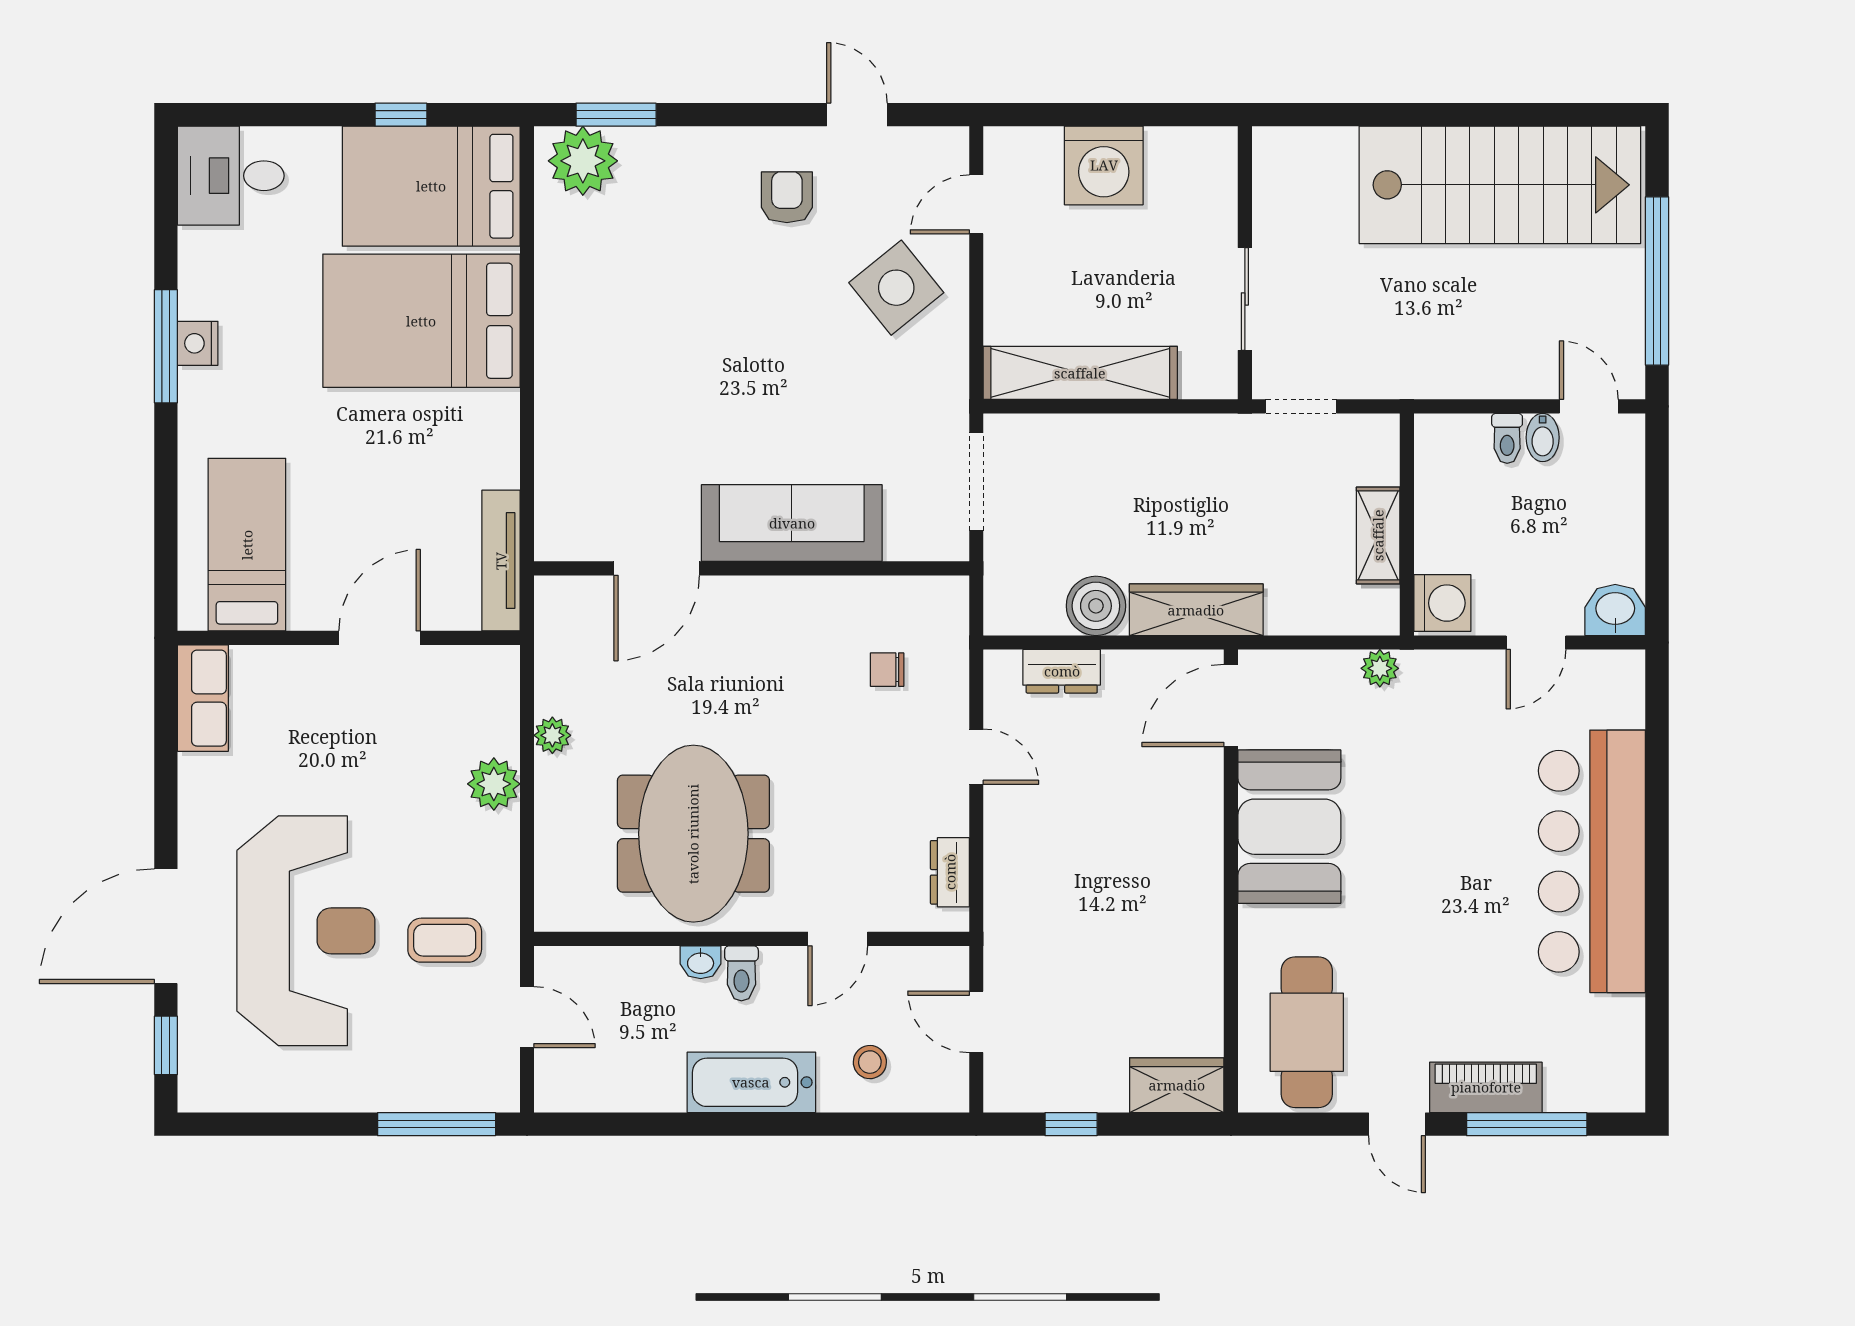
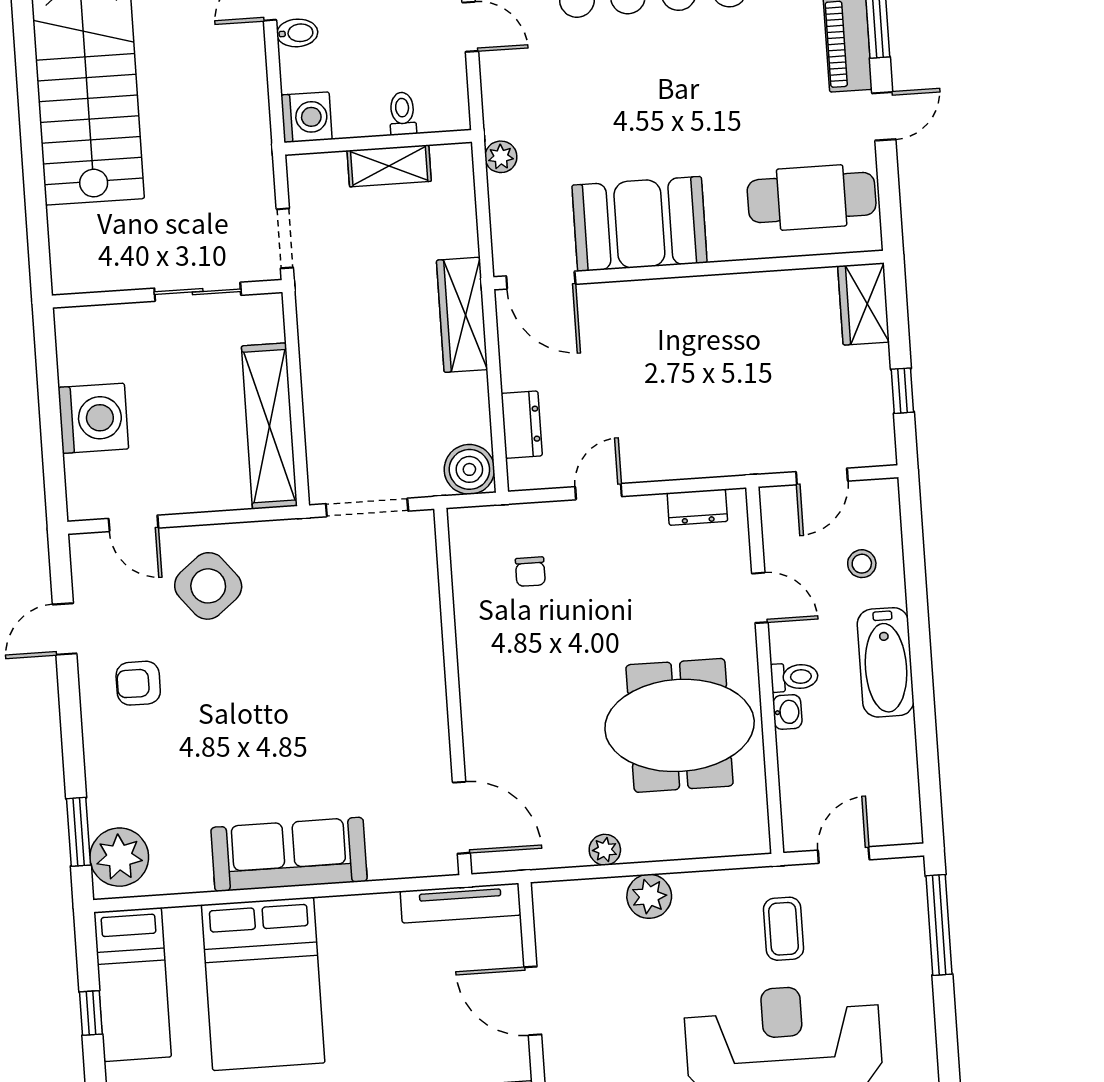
bed: (431, 186) -> (133, 985), width x0.67
toilet: (1507, 438) -> (402, 114), moved, turned -90
sofa: (792, 523) -> (289, 854), moved, turned 90
door: (657, 568) -> (461, 818), moved
washing machine: (1442, 603) -> (307, 117), moved, turned 90
boiler: (1096, 606) -> (469, 469), moved

